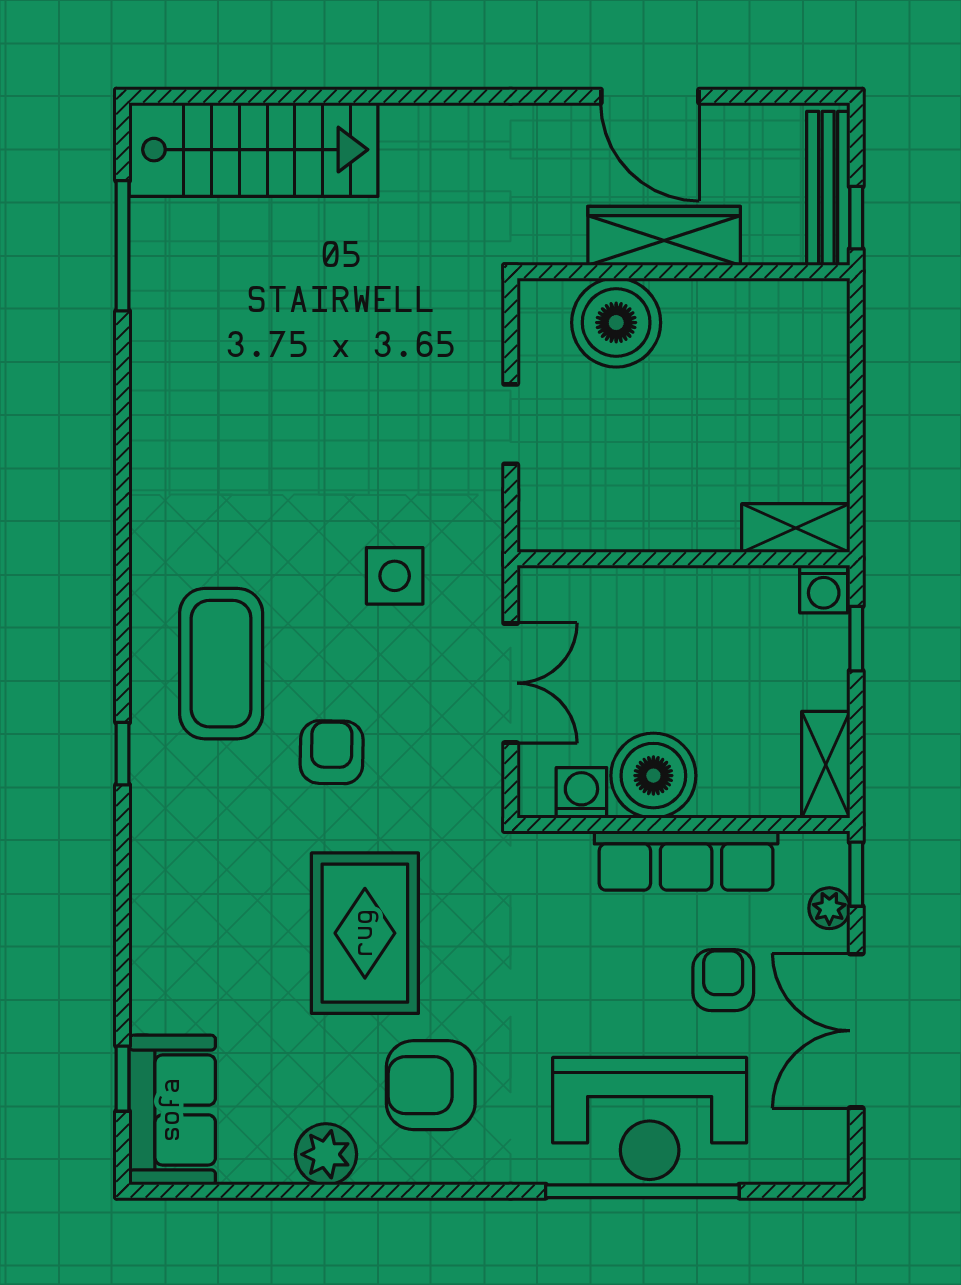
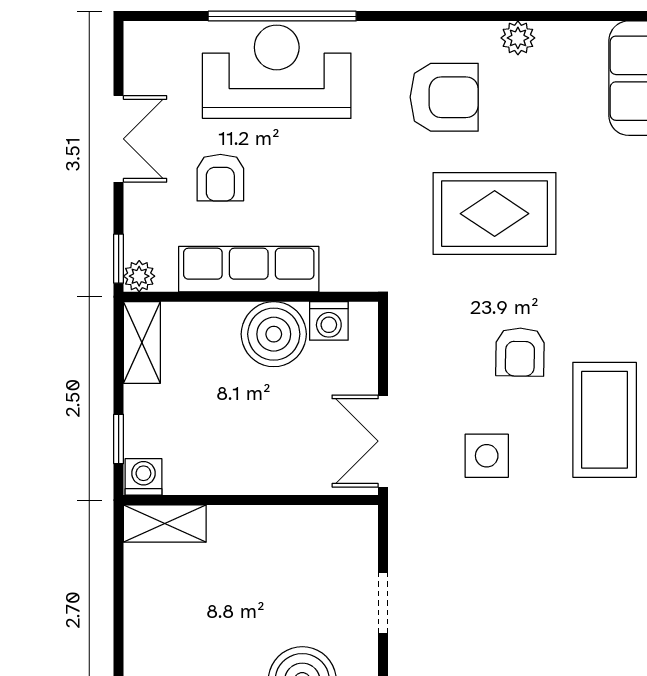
side table: (395, 576) -> (487, 456), moved
double door: (511, 683) -> (383, 441), moved
plant: (829, 908) -> (139, 276), moved
rug: (365, 933) -> (495, 214), turned 90
double door: (856, 1031) -> (119, 139), width x0.73
plant: (326, 1154) -> (518, 38), width x0.73, depth x0.73

